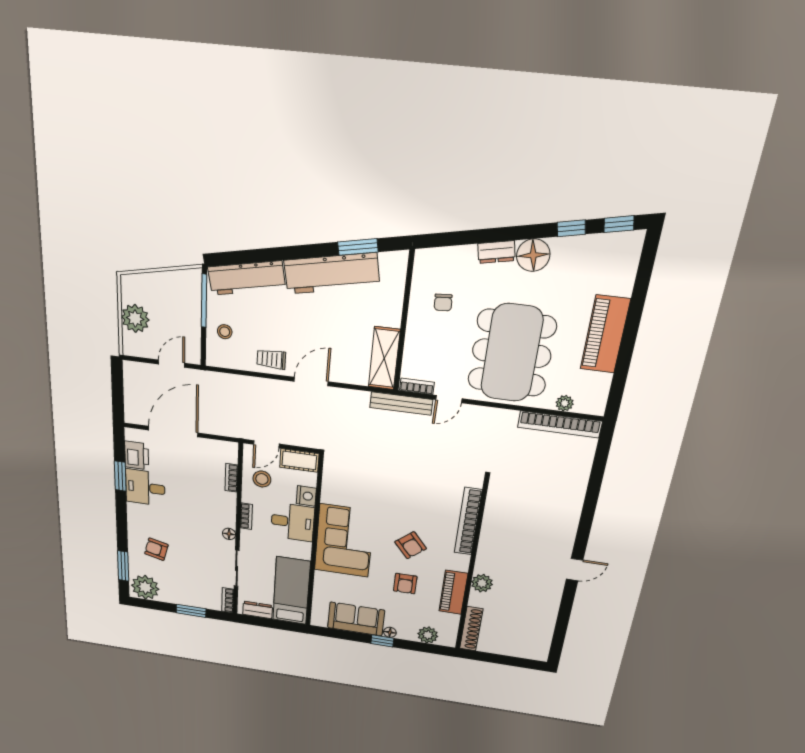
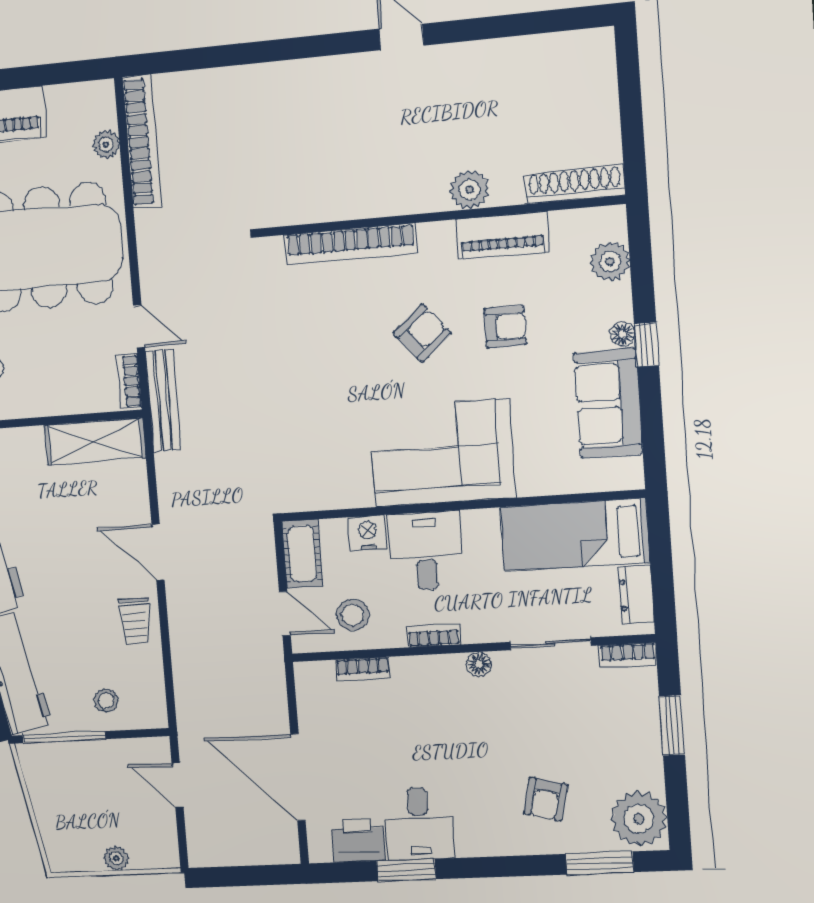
plant: (135, 318) -> (116, 858), width x0.53, depth x0.53

